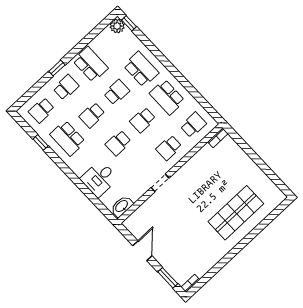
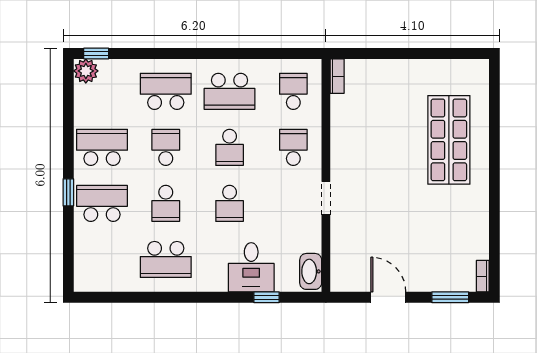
school desk: (66, 87) -> (102, 203), width x1.85
school desk: (41, 110) -> (102, 259), removed
window: (41, 142) -> (267, 297), moved
school desk: (169, 148) -> (293, 147), turned 180

